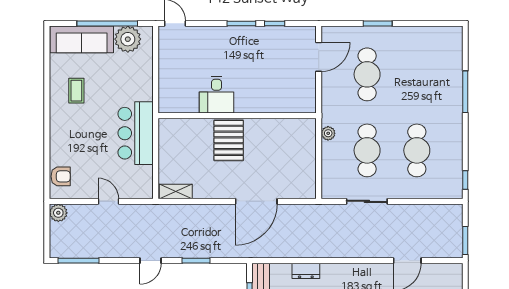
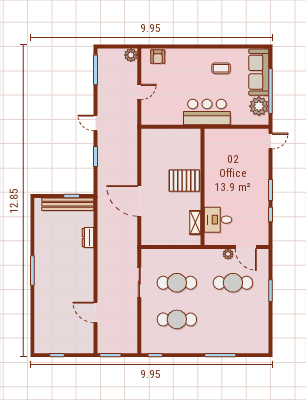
desk: (217, 95) -> (218, 220), moved
bar counter: (136, 133) -> (207, 112), moved
plant: (328, 133) -> (228, 254), moved
shelving: (176, 192) -> (195, 222), moved

